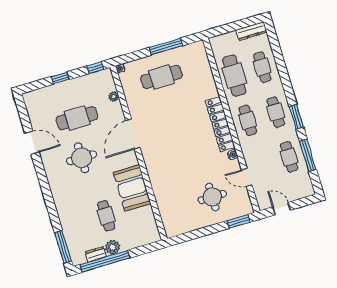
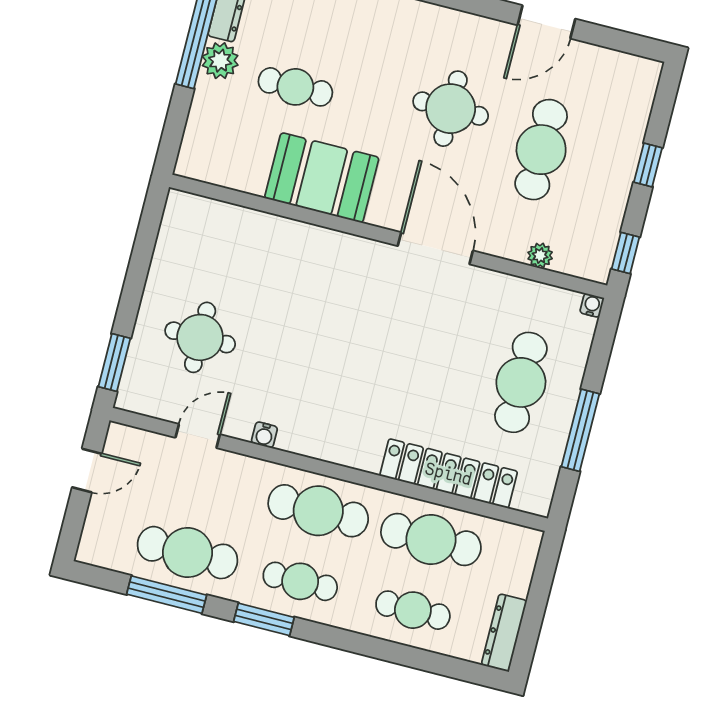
cafe table: (248, 120) -> (318, 511), width x1.37, depth x1.35
locker: (220, 124) -> (449, 474), moved
cafe table: (289, 157) -> (187, 553), width x1.37, depth x1.35

